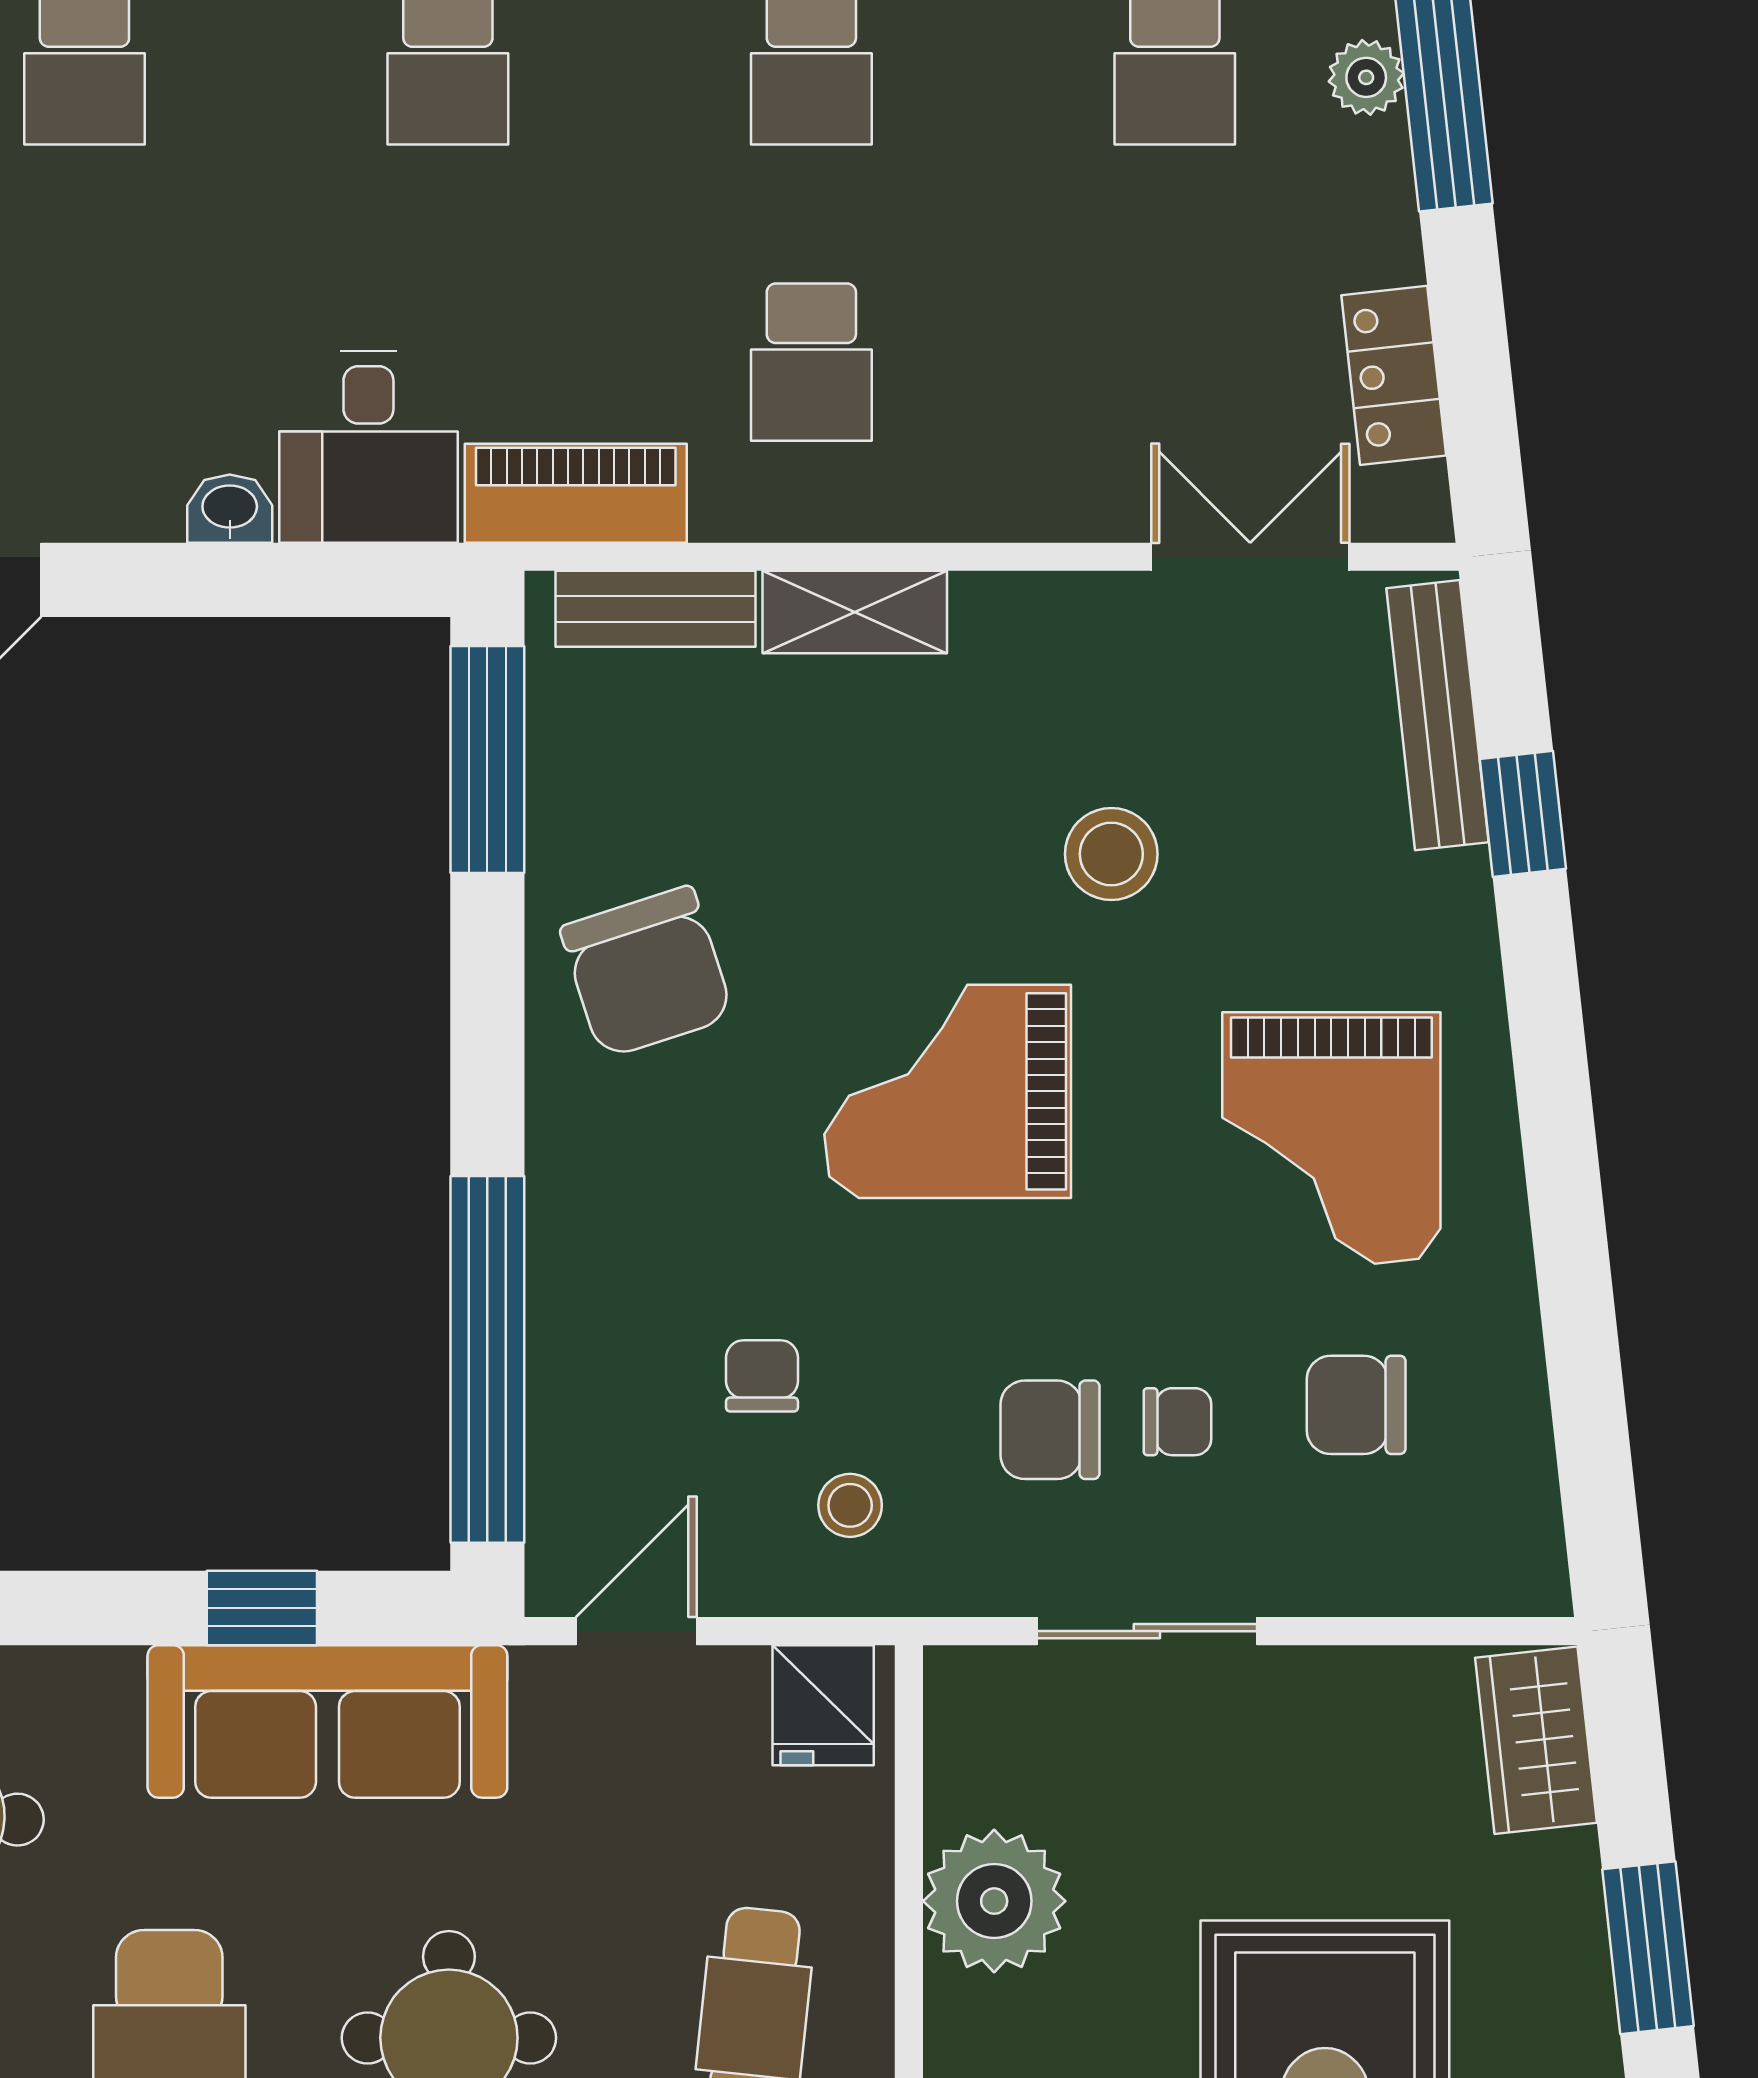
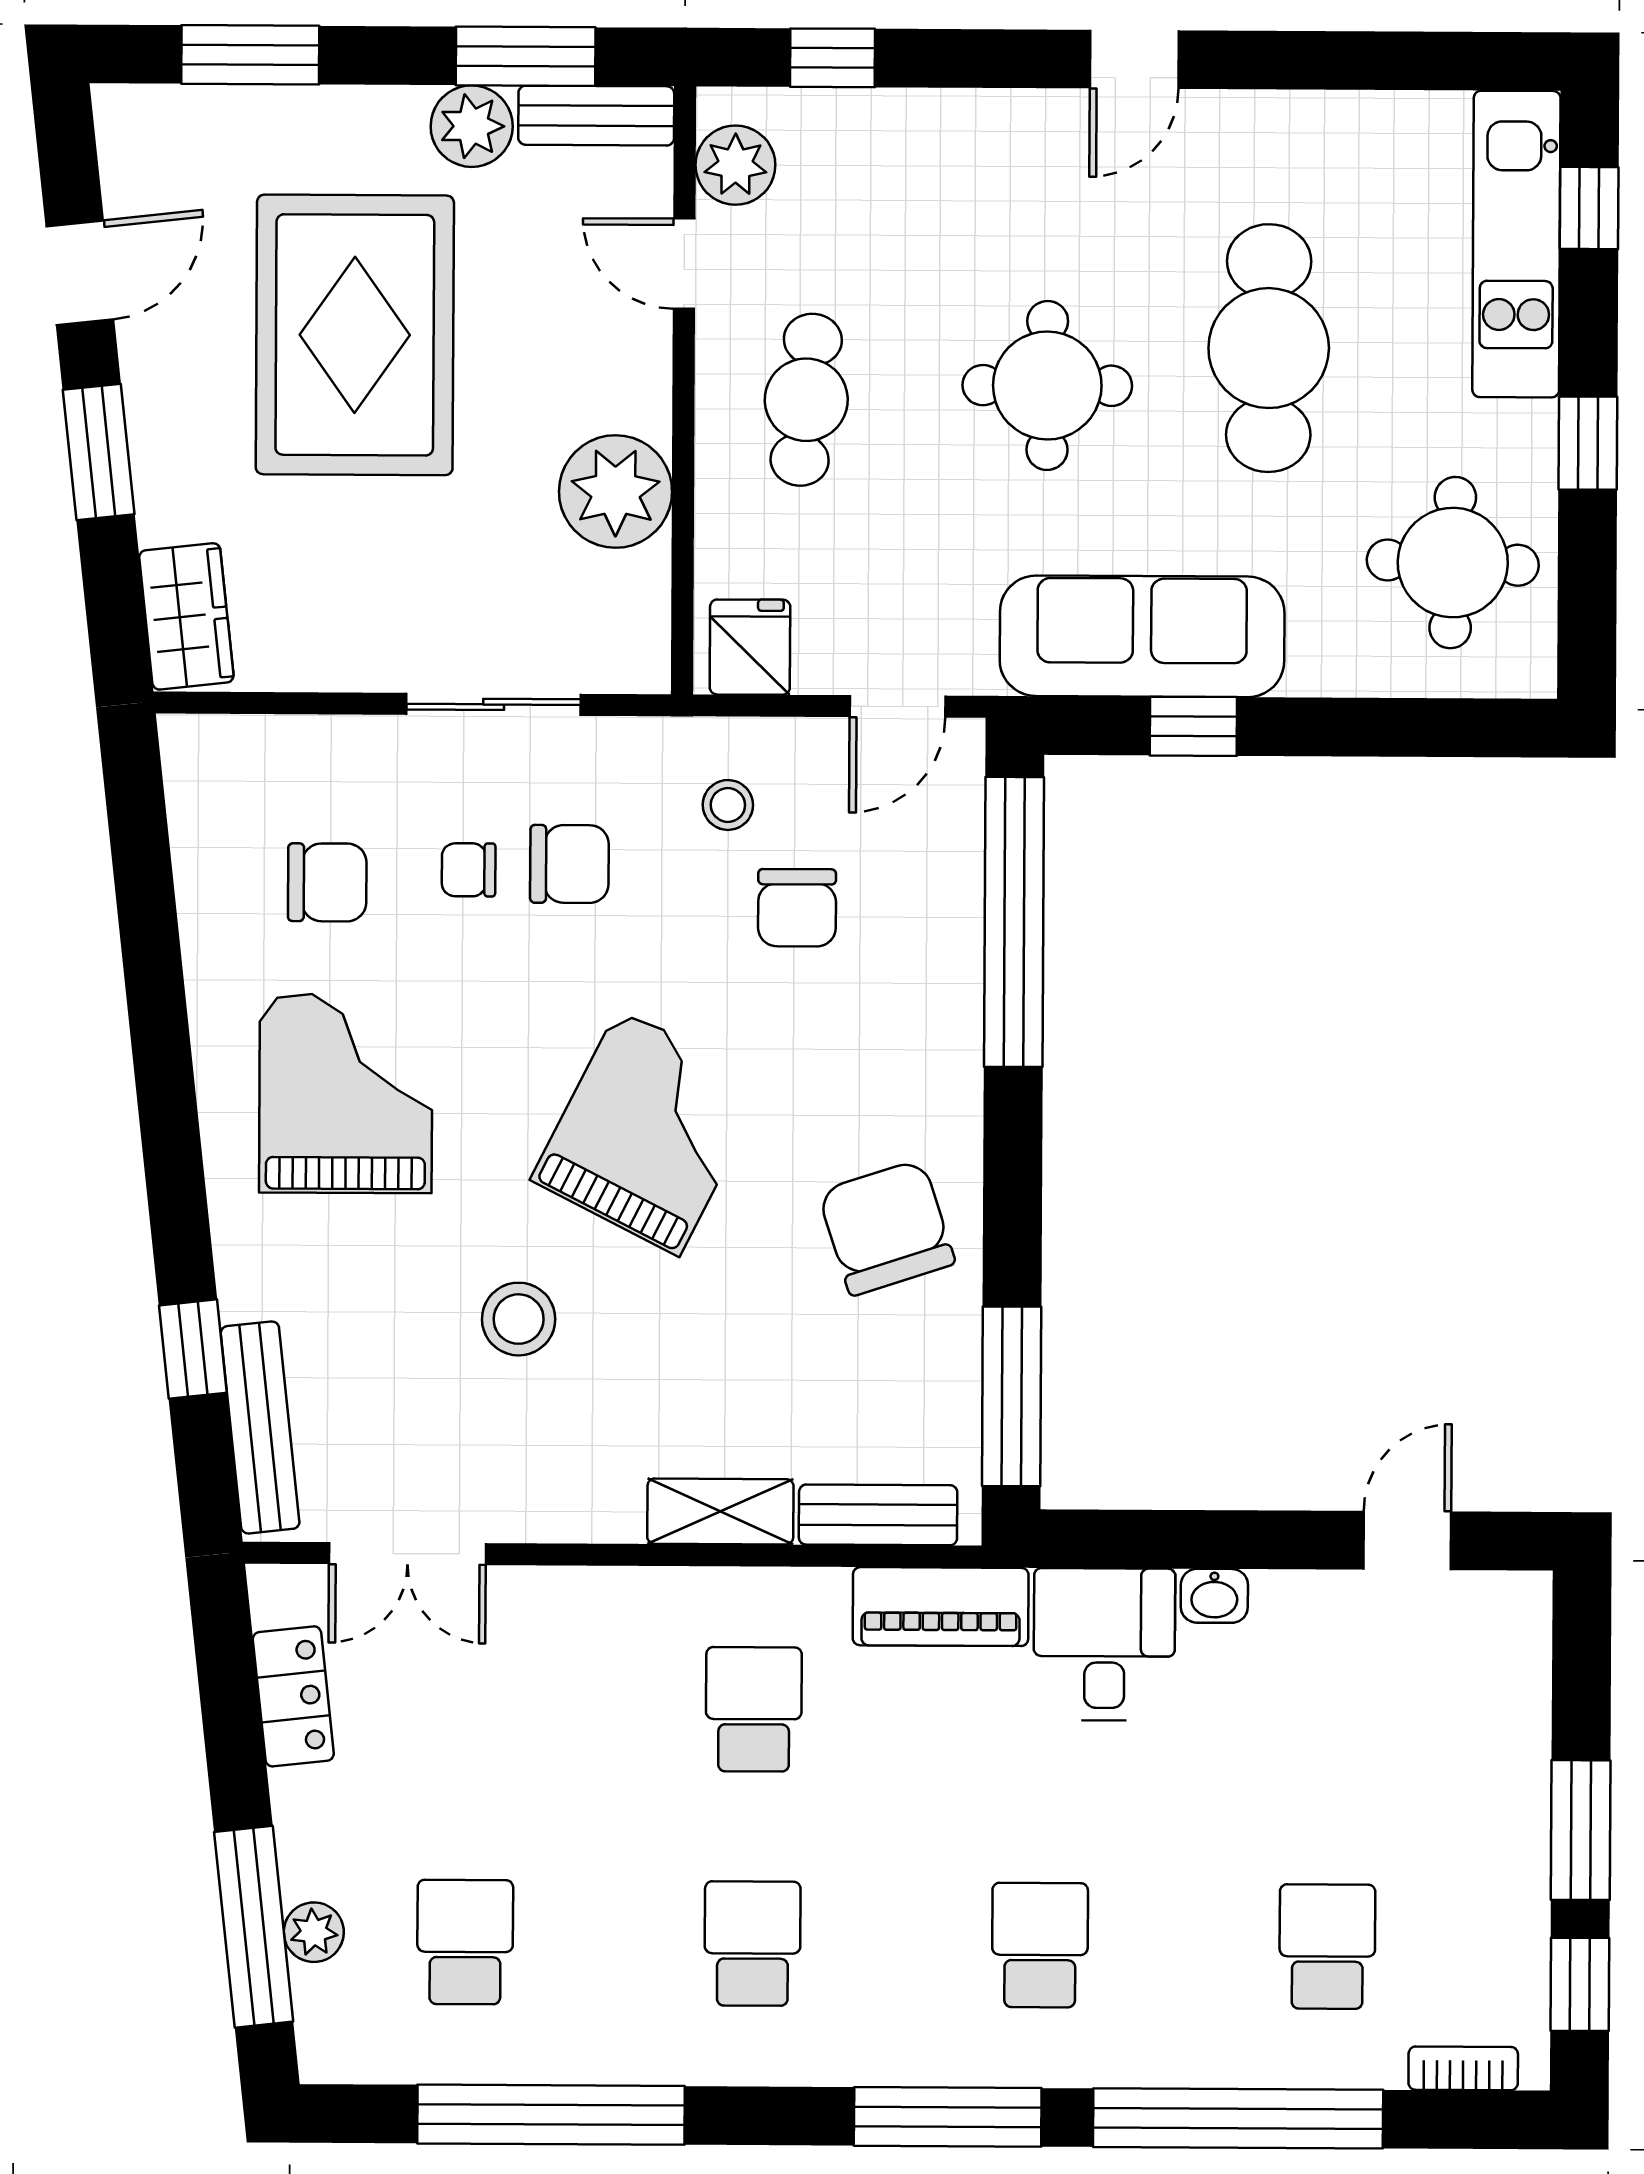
grand piano: (948, 1091) -> (649, 1132), turned -63
chair: (762, 1376) -> (797, 908), width x1.37, depth x1.37

